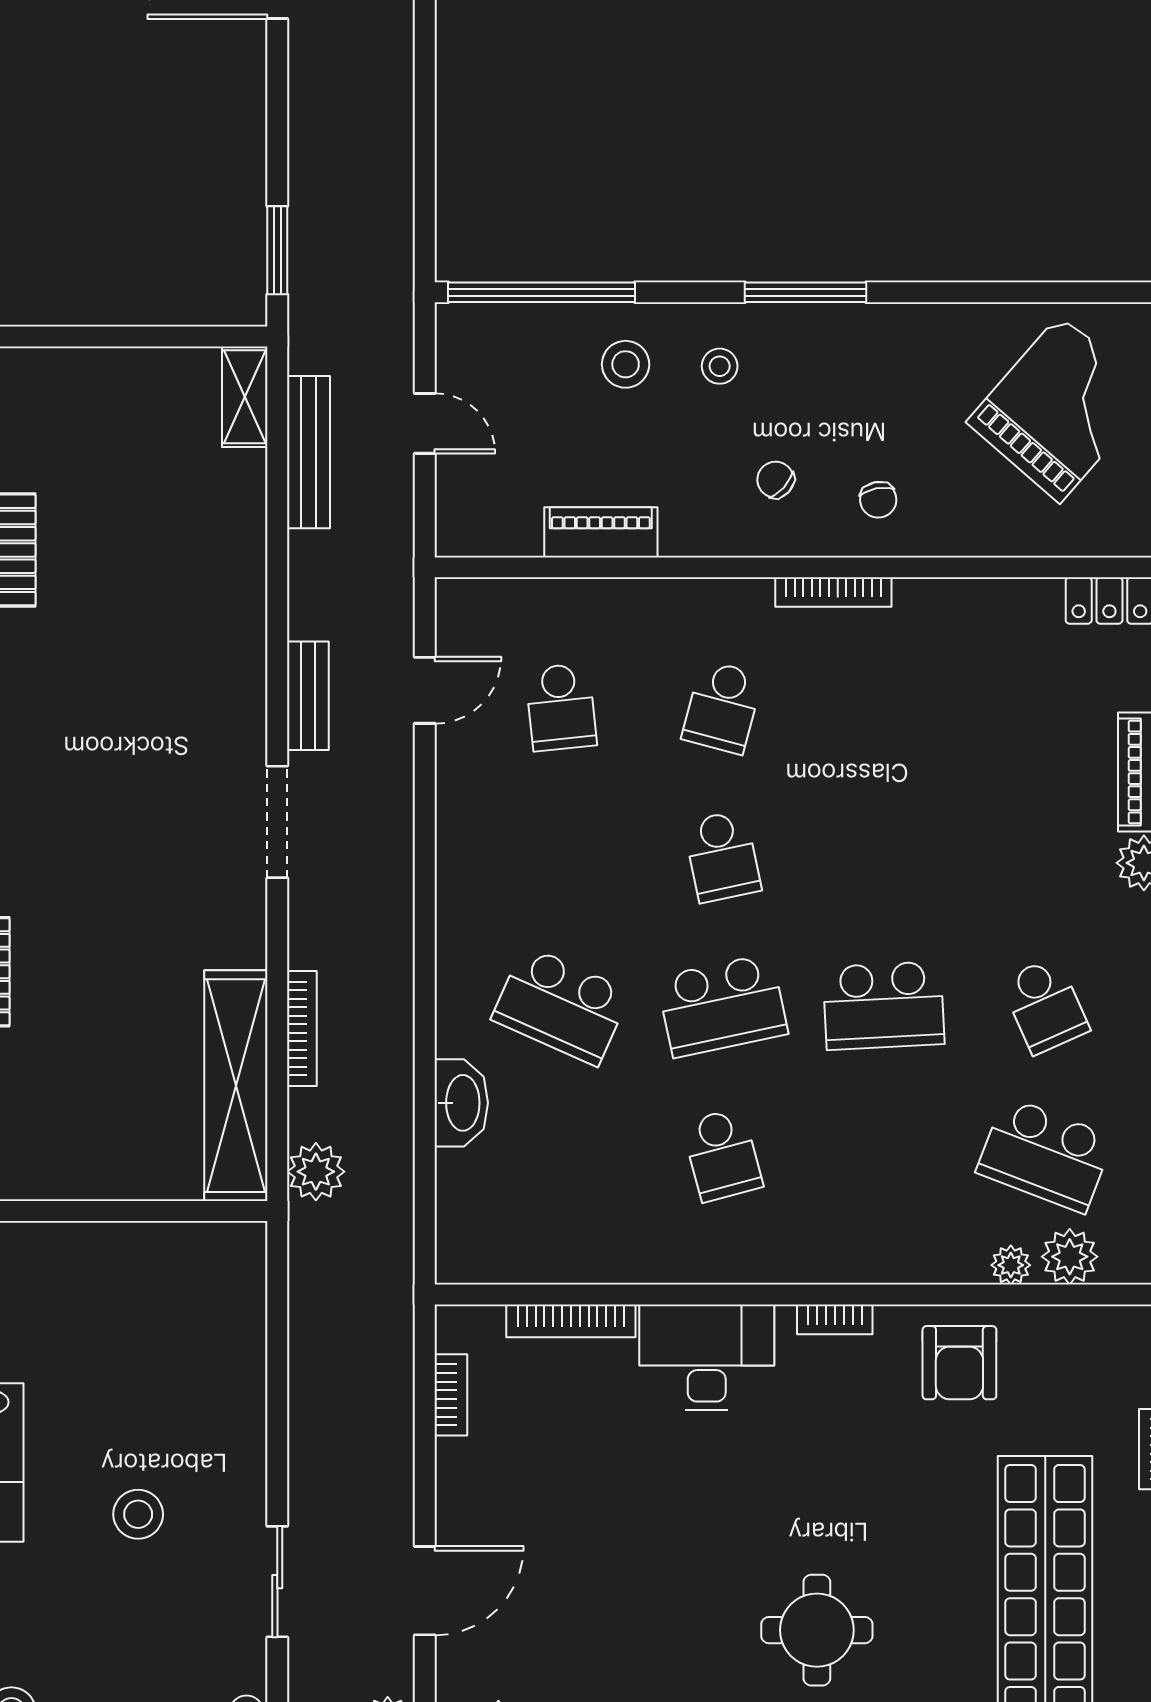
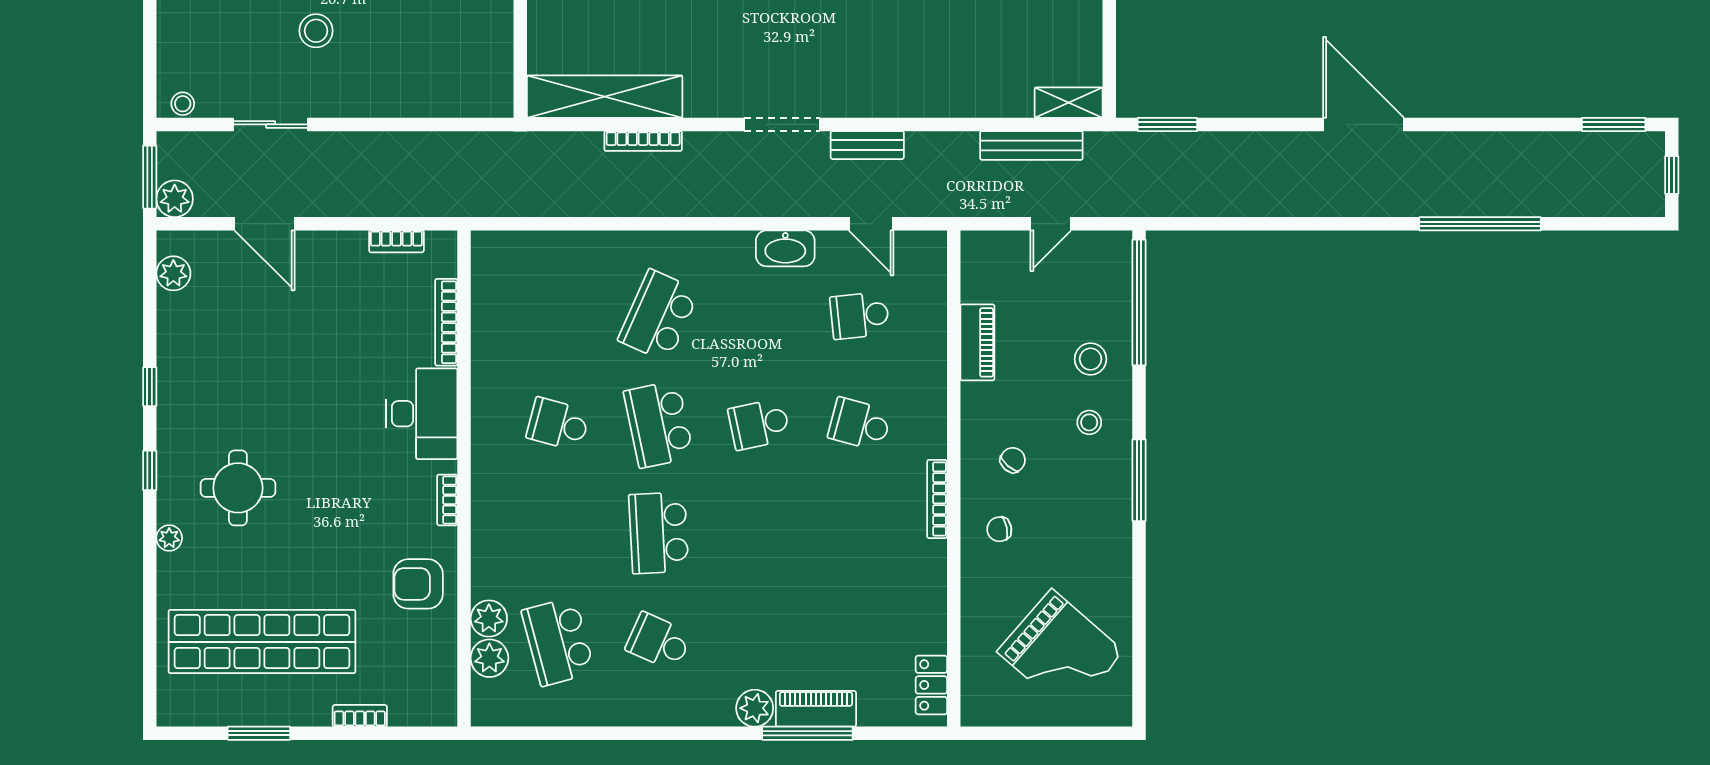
school desk: (1045, 1006) -> (659, 642), turned 48
washbasin: (461, 1103) -> (785, 248), moved
school desk: (722, 1155) -> (558, 424), turned 30
school desk: (1045, 1155) -> (558, 642), turned -36
plant: (316, 1172) -> (547, 150), removed
plant: (1011, 1265) -> (489, 619), width x1.38, depth x1.38

